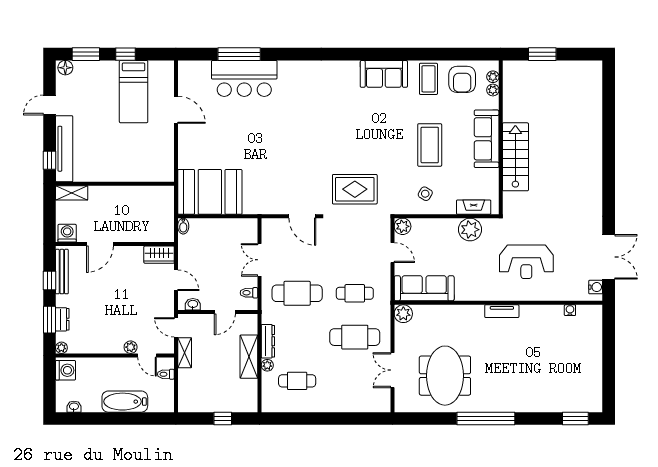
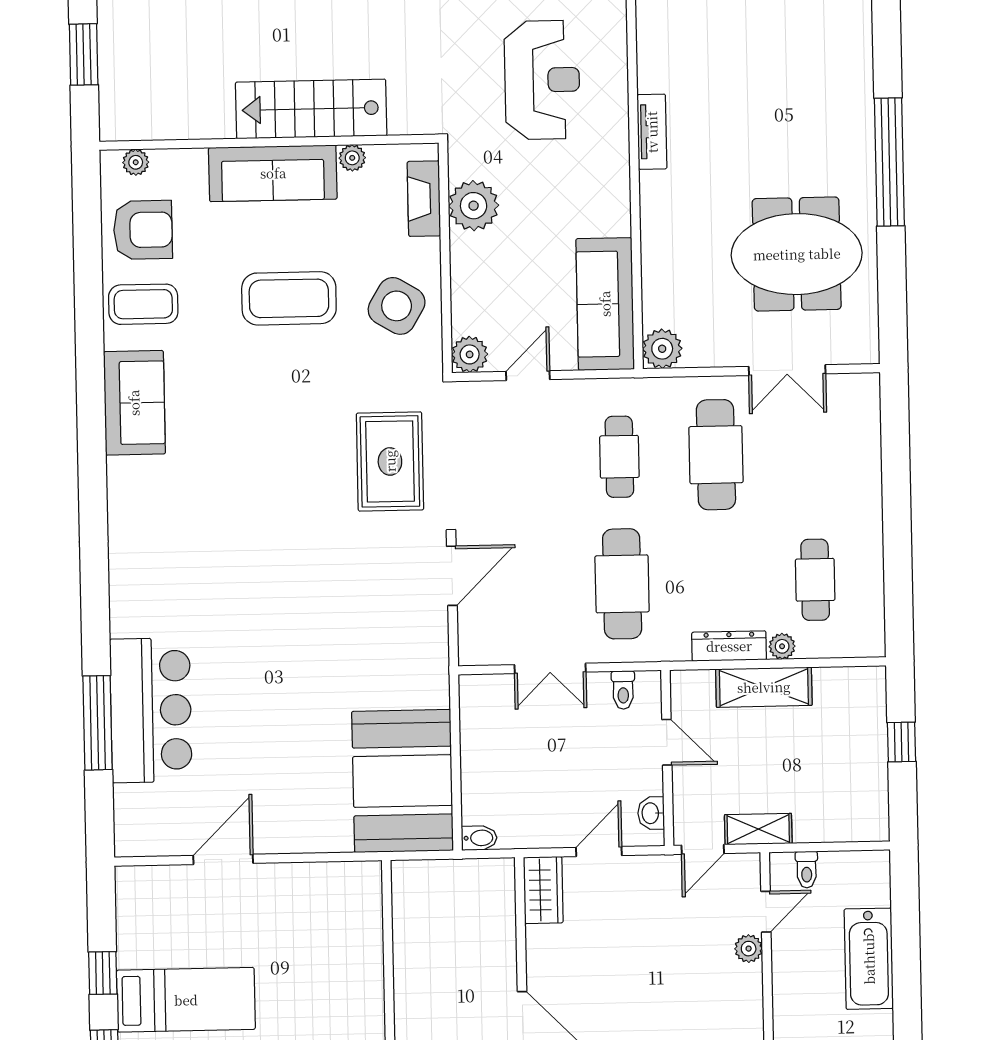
plant: (493, 90) -> (352, 158), moved
bed: (134, 92) -> (186, 1000), moved
side table: (425, 194) -> (397, 306), width x1.87, depth x1.87

